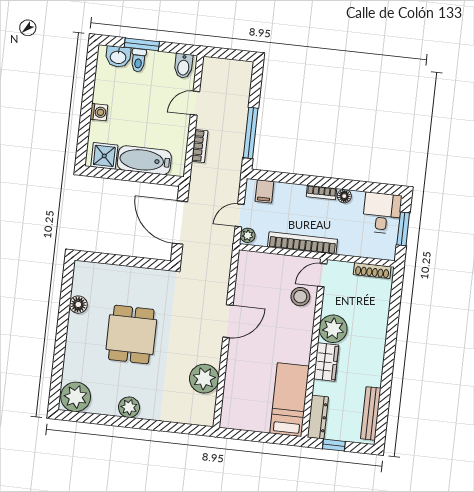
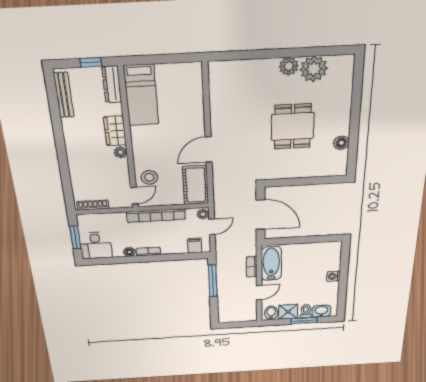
shower: (104, 156) -> (288, 312), moved
bathtub: (144, 160) -> (271, 264), moved, turned -90
cot: (250, 277) -> (196, 185), added
plant: (333, 329) -> (120, 152), width x0.53, depth x0.53
plant: (204, 379) -> (223, 101), removed
plant: (76, 397) -> (314, 69), moved

